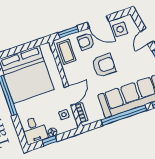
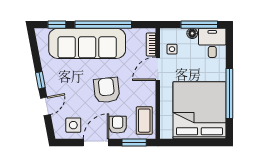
door: (98, 22) -> (96, 143), hinge flipped
armchair: (86, 42) -> (118, 125), turned -90
armchair: (104, 65) -> (107, 90), turned 84
window: (49, 141) -> (199, 25), width x2.17

